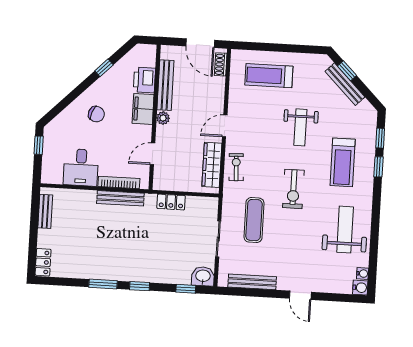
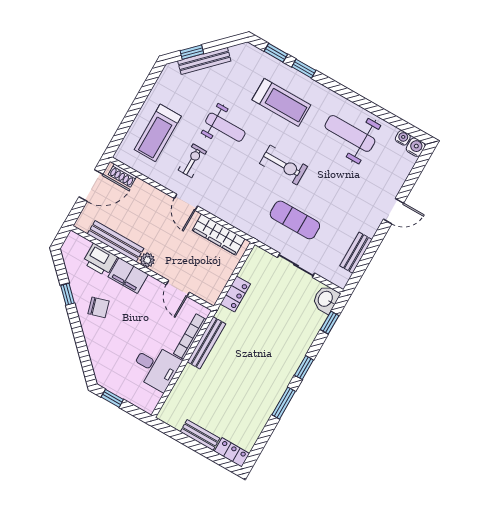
chair: (96, 114) -> (99, 307), moved, turned 53
exercise bike: (236, 167) -> (192, 161), moved, turned 93
bench: (45, 211) -> (200, 435), moved
bench: (252, 282) -> (356, 253), width x0.73

